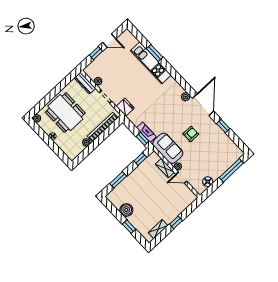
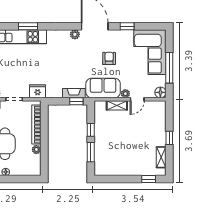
window: (155, 53) -> (28, 26), moved
corner sofa: (220, 157) -> (150, 52), added
window: (140, 159) -> (91, 130), moved
window: (231, 170) -> (169, 68), moved
floor lamp: (208, 182) -> (160, 92), moved
boiler: (126, 210) -> (122, 168), removed
window: (129, 227) -> (149, 179), moved

